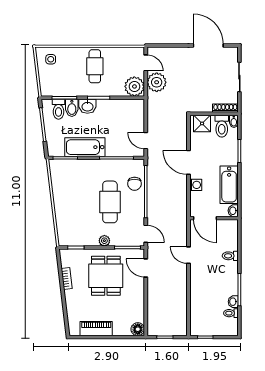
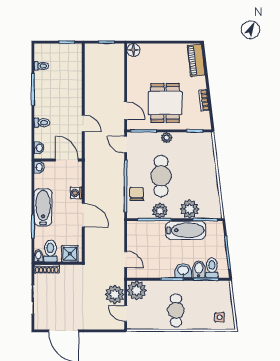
door: (146, 141) -> (126, 260), moved
plant: (111, 167) -> (160, 211), added
plant: (81, 169) -> (190, 209), added
bathtub: (229, 185) -> (43, 207), moved
washbasin: (233, 302) -> (39, 148), moved
piano: (96, 329) -> (196, 60), moved, turned 83

